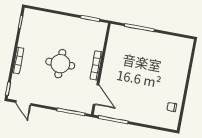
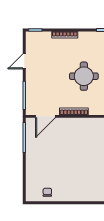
round table: (60, 64) -> (84, 76), moved
door: (23, 103) -> (24, 61), moved

